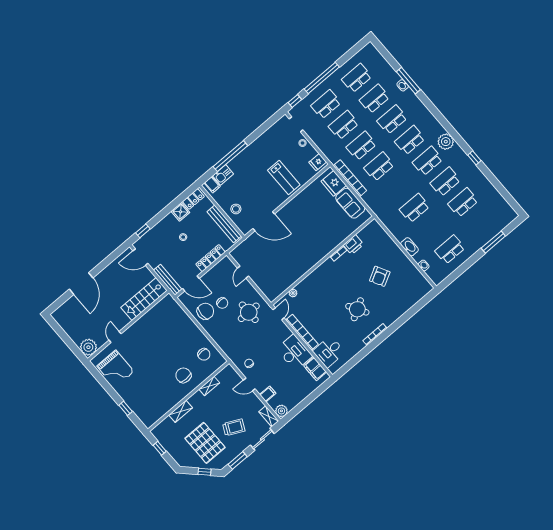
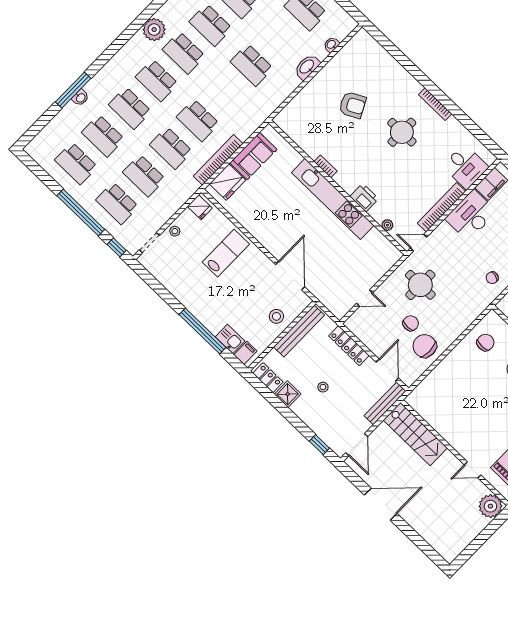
printer: (353, 245) -> (364, 198), moved
kitchen unit: (315, 256) -> (333, 199), added
door: (81, 284) -> (381, 504), moved
round table: (357, 309) -> (402, 132), turned 30

